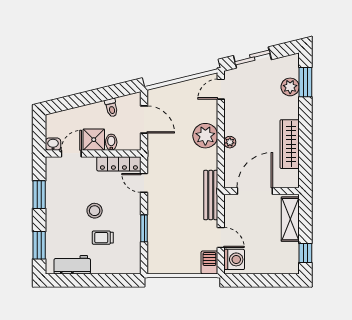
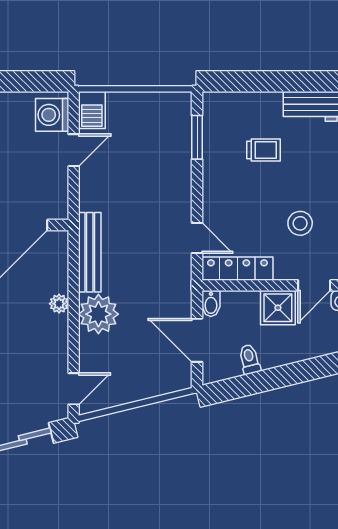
bidet: (111, 142) -> (211, 304), moved
bench: (211, 195) -> (90, 252), moved
stool: (95, 211) -> (300, 223), moved
window: (144, 228) -> (197, 137), moved
door: (221, 237) -> (74, 150), swing flipped

